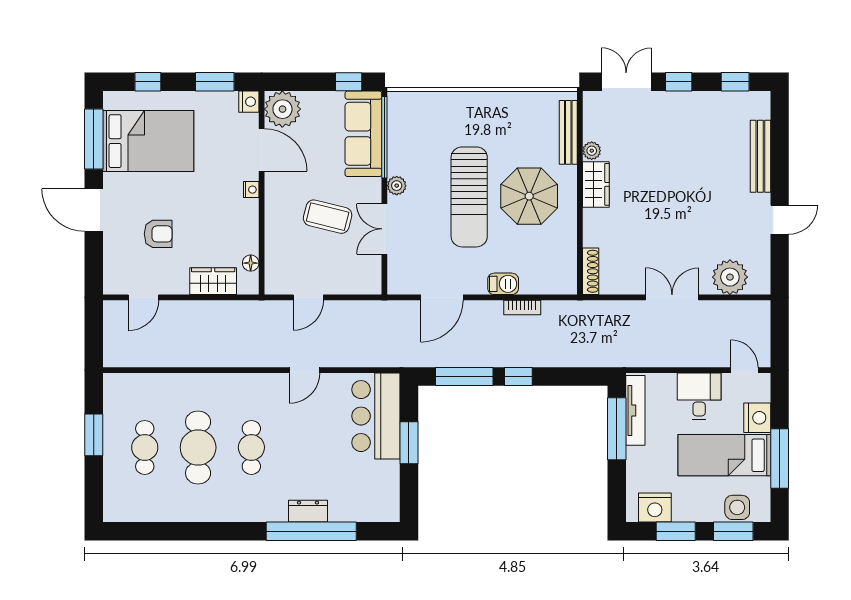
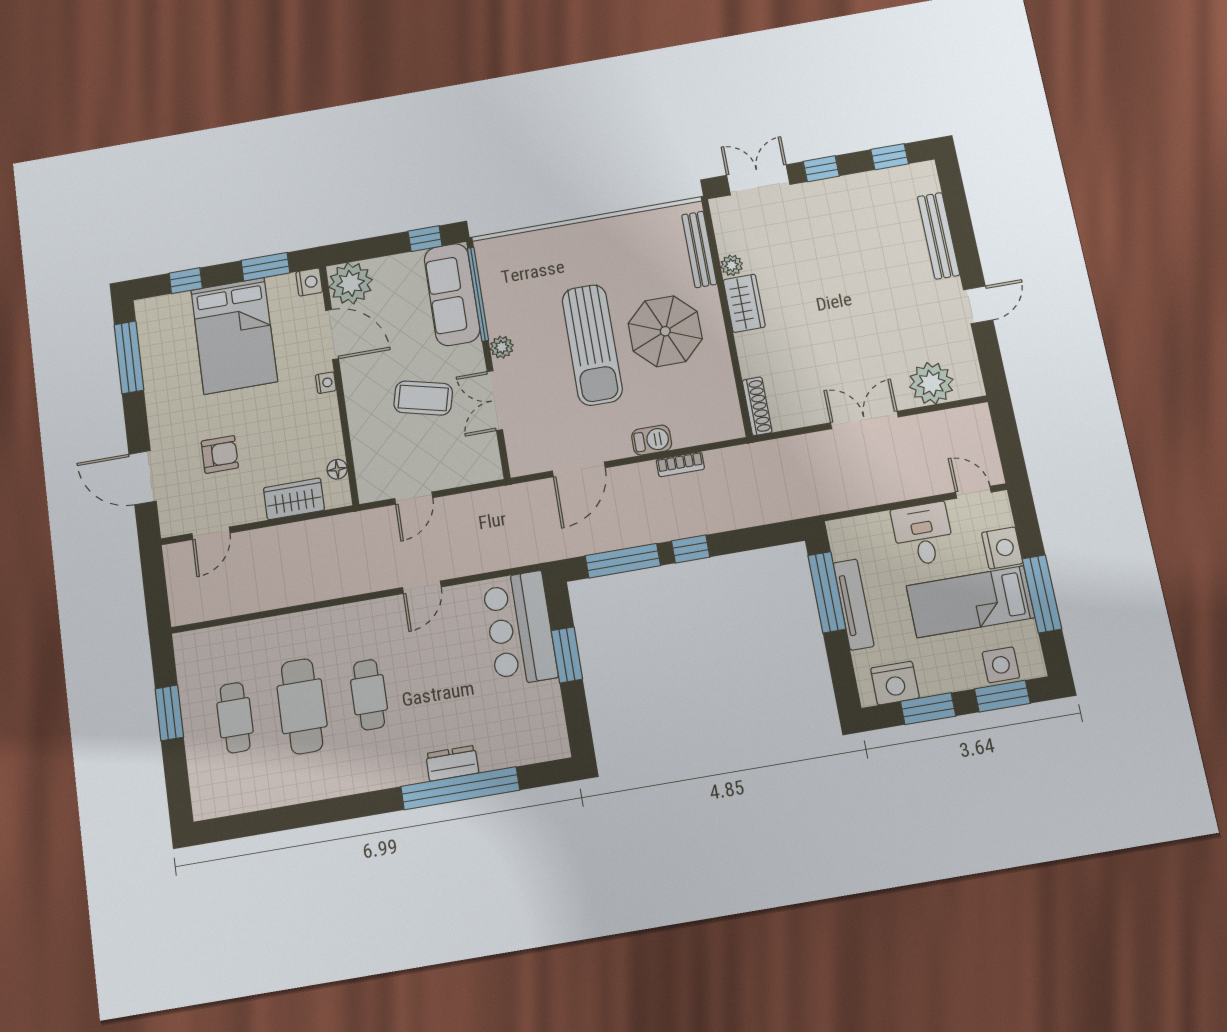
bed: (148, 141) -> (234, 336), moved, turned 90
door: (94, 210) -> (143, 478), moved
tv unit: (635, 410) -> (854, 604), moved

